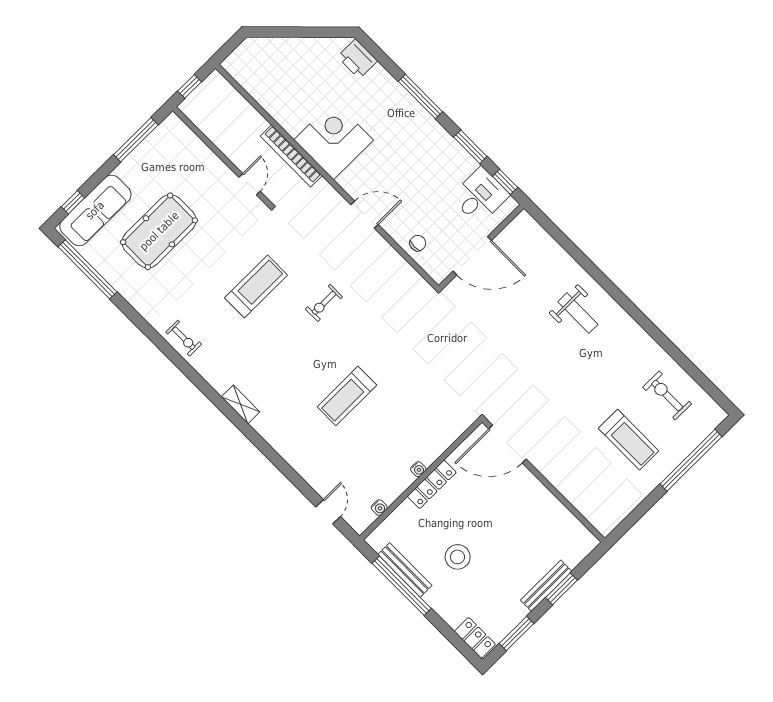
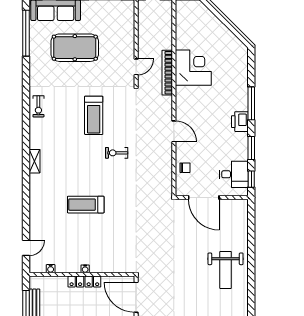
printer: (357, 59) -> (240, 122), moved
corner desk: (334, 140) -> (193, 68), moved
treadmill: (256, 286) -> (94, 115), turned 90
weight bench: (578, 313) -> (226, 270), width x1.36, depth x1.33

